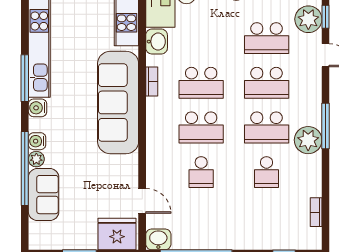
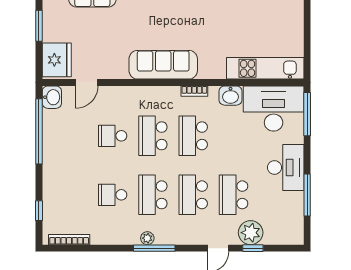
sofa: (118, 102) -> (163, 65), width x0.74, depth x0.79
plant: (308, 140) -> (147, 238), width x0.53, depth x0.53
bookcase: (316, 212) -> (69, 240), width x1.56

